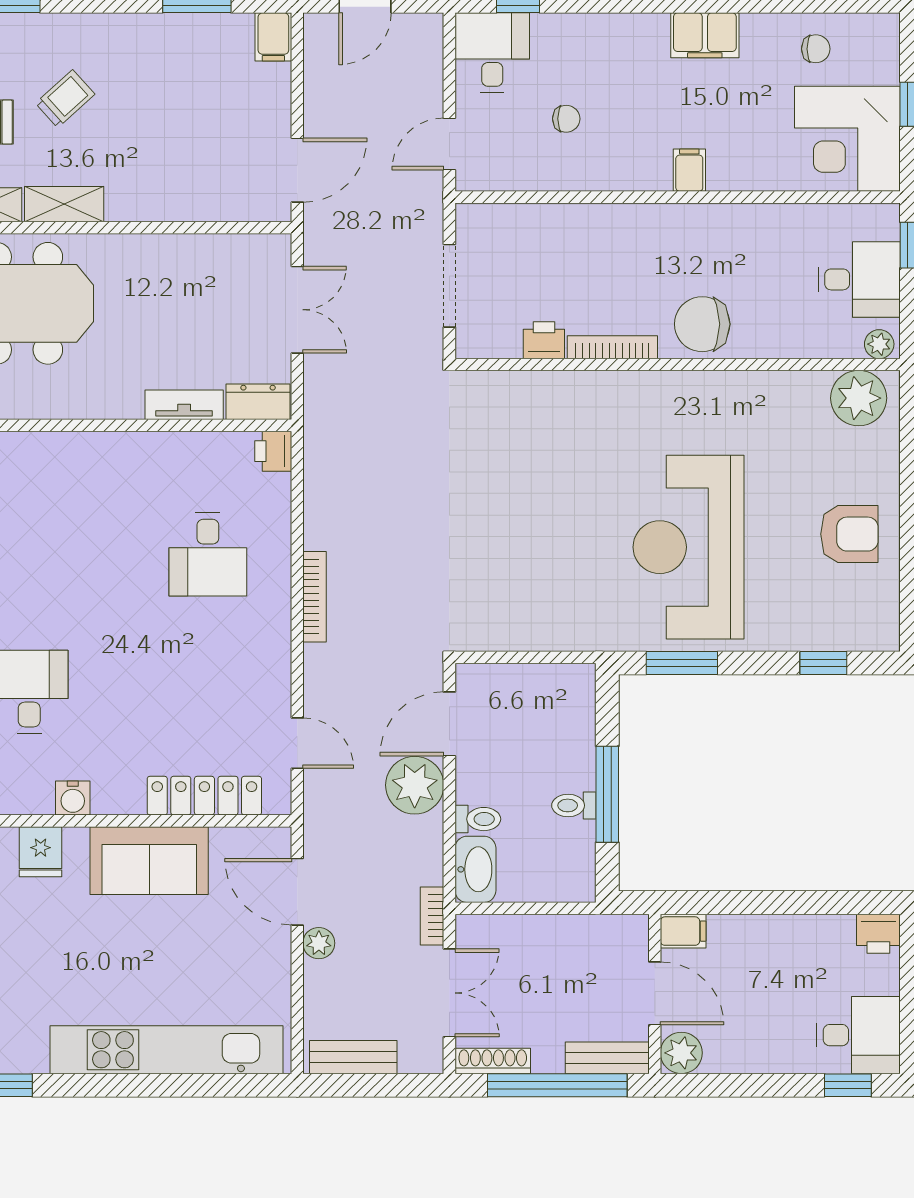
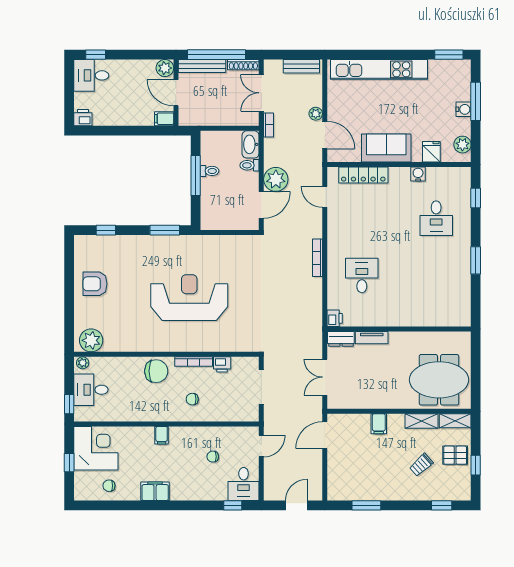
filing cabinet: (273, 37) -> (379, 424), moved, turned 180
chair: (616, 257) -> (192, 399), added
reception desk: (688, 547) -> (189, 298), moved, turned -90
bench: (607, 1058) -> (202, 66), width x1.36

